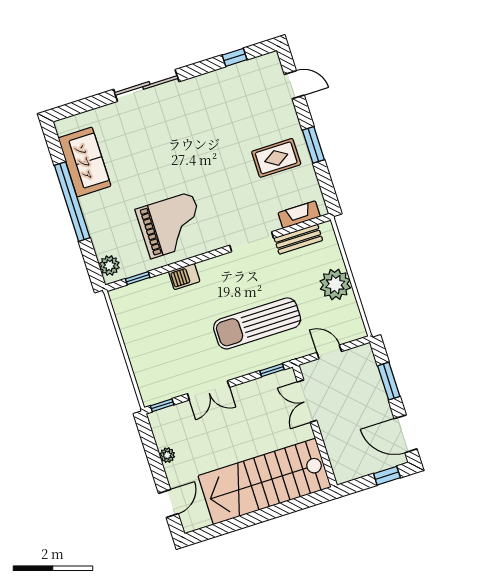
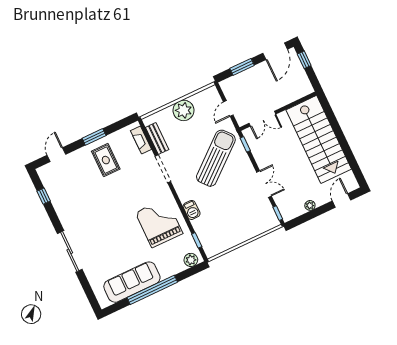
sofa: (85, 162) -> (132, 282), width x1.36
sun lounger: (257, 323) -> (216, 158), turned -130
door: (168, 503) -> (341, 200), hinge flipped

